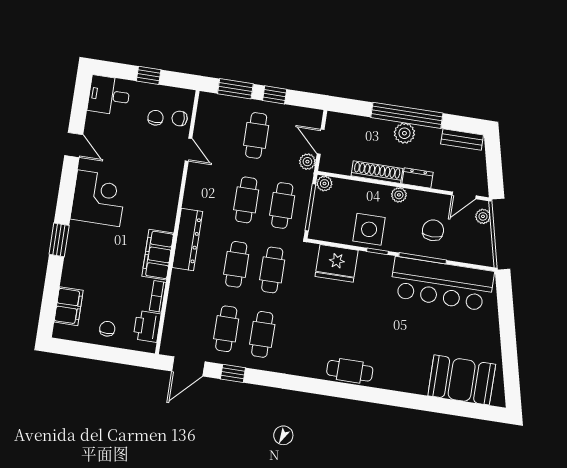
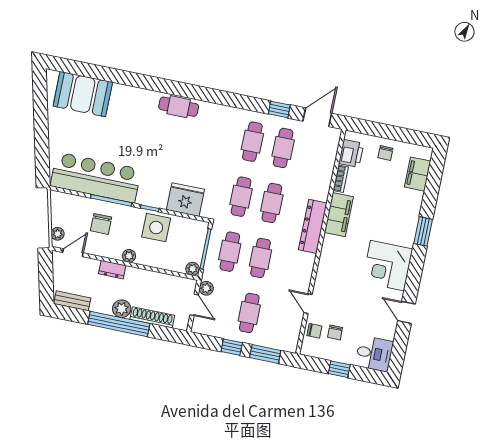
shoe rack: (377, 172) -> (152, 317), moved, turned 180

